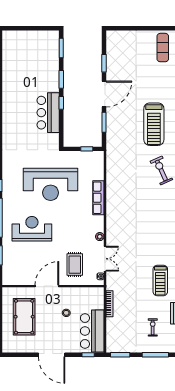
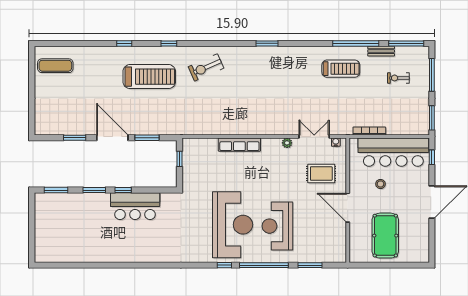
reception desk: (51, 184) -> (233, 225), moved
pool table: (24, 317) -> (385, 236), turned 90
bar counter: (92, 331) -> (393, 152), width x1.36

